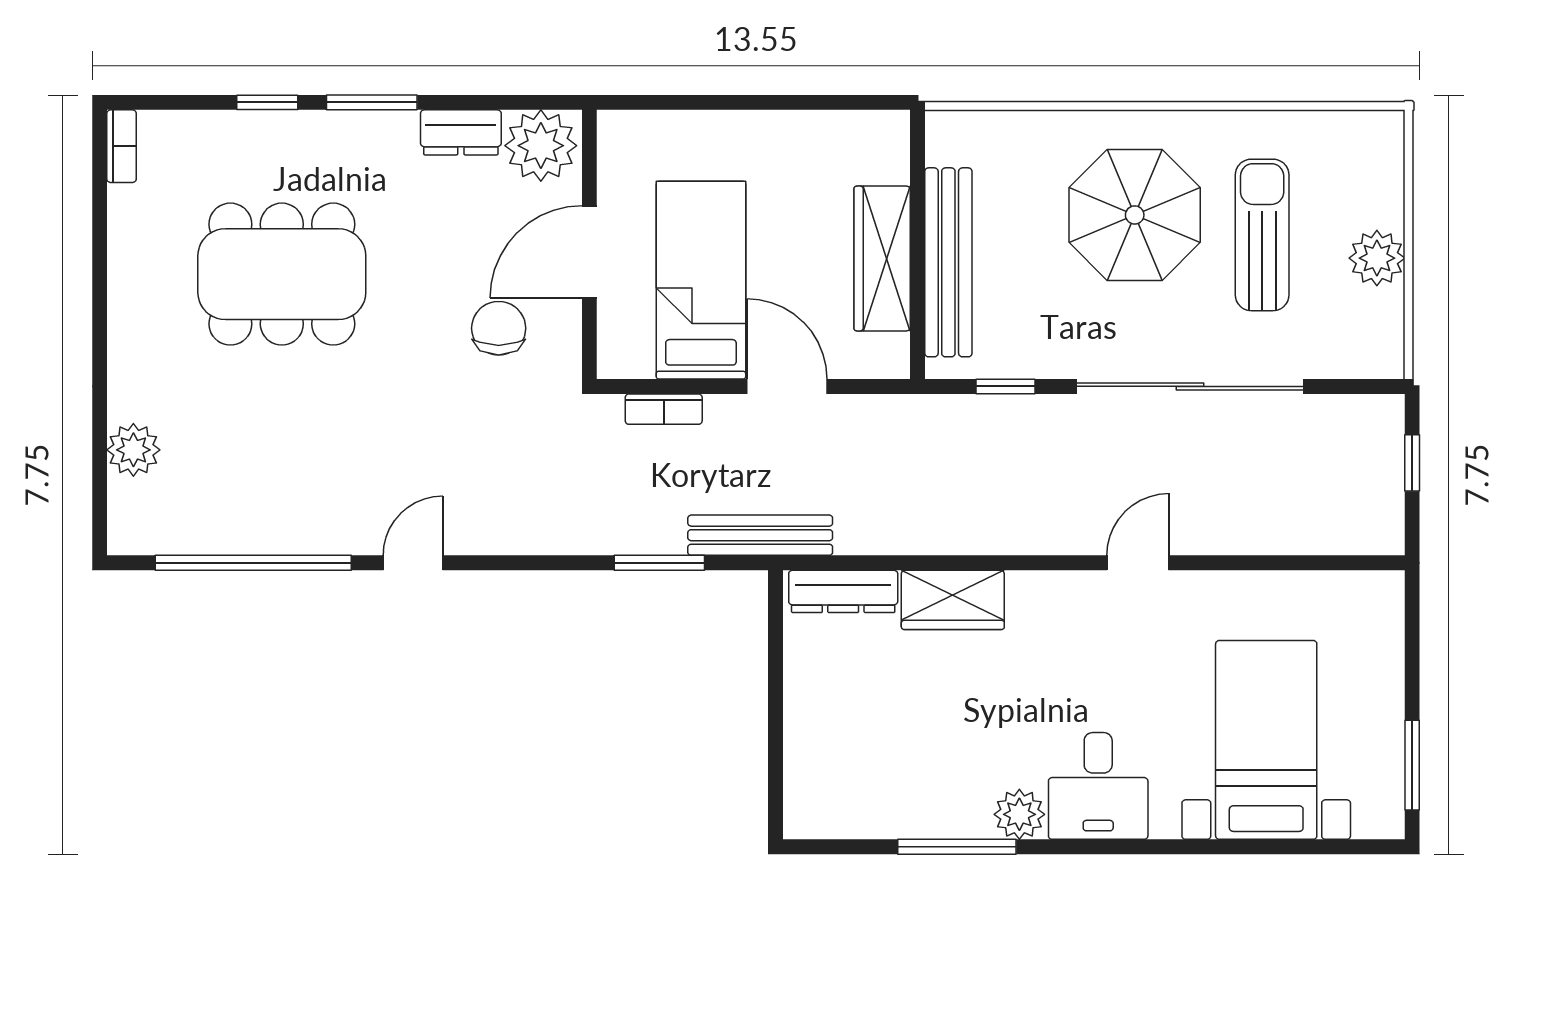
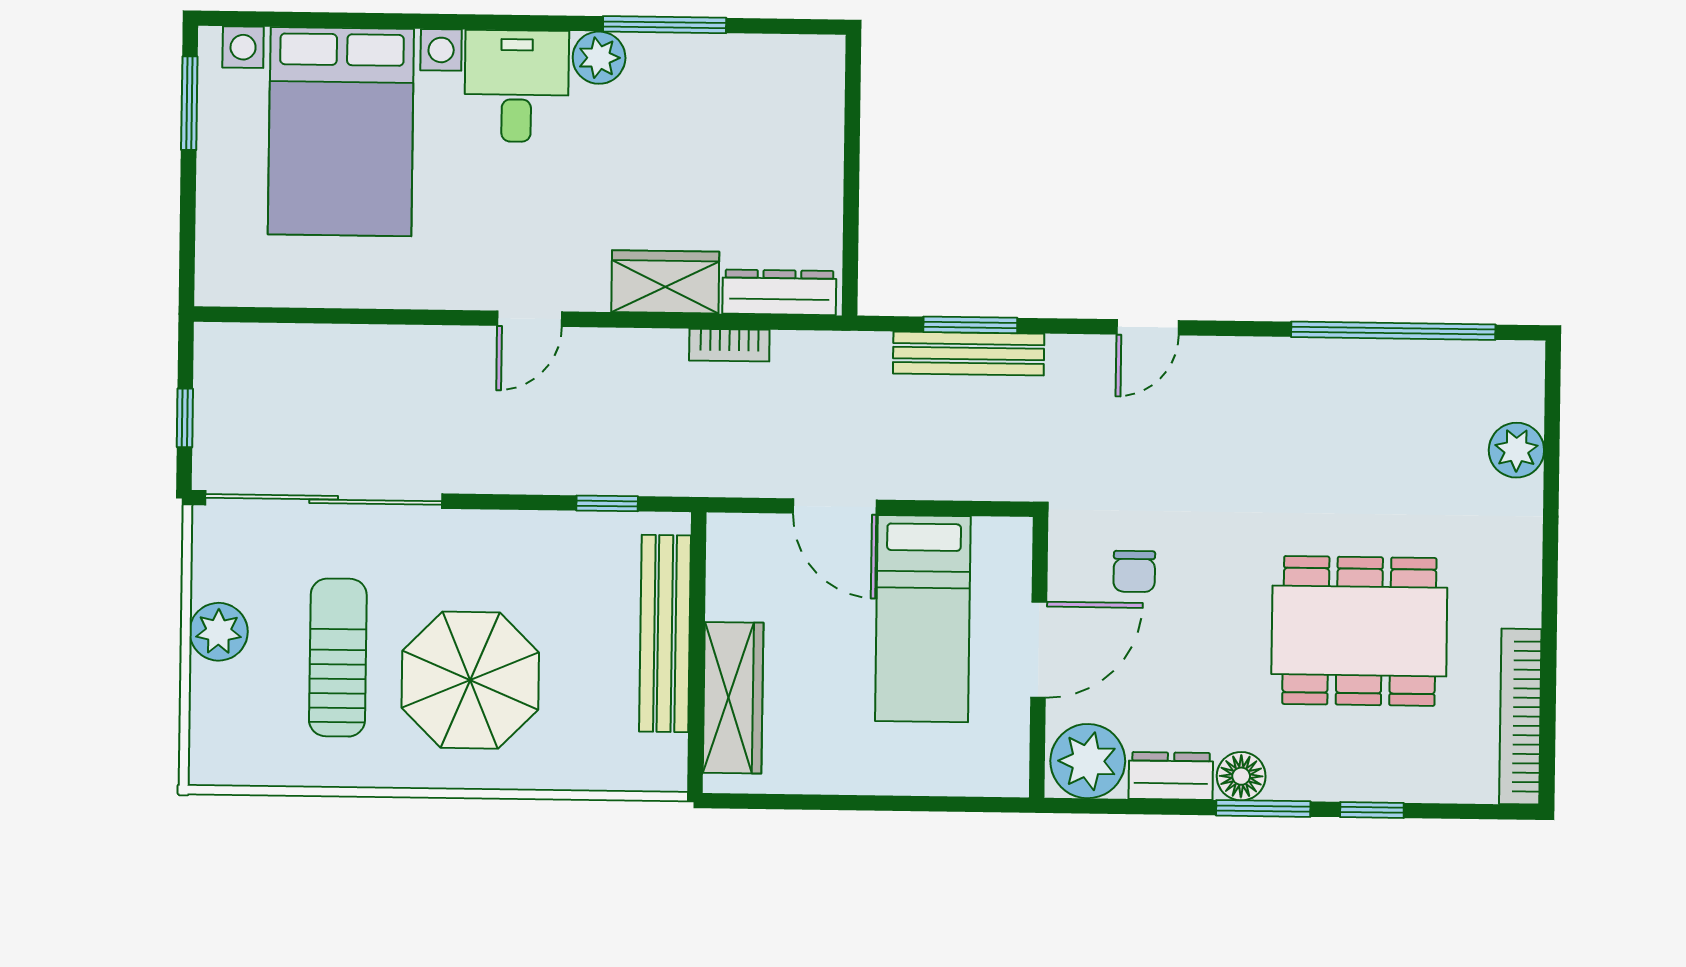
floor lamp: (393, 133) -> (1241, 776), added
bookcase: (122, 146) -> (1520, 717), width x2.31, depth x1.31
sun lounger: (1262, 235) -> (338, 658), turned 180
wardrobe: (882, 259) -> (733, 698), moved
chair: (499, 328) -> (1134, 571), width x0.73, depth x0.73
sliding door: (1190, 386) -> (324, 499), moved
bookcase: (664, 409) -> (729, 345), moved, turned 180
bench: (760, 535) -> (969, 354), moved
door: (413, 563) -> (1148, 327), moved
door: (1138, 563) -> (530, 319), moved
bed with nightstands: (1266, 740) -> (341, 132), width x1.36

